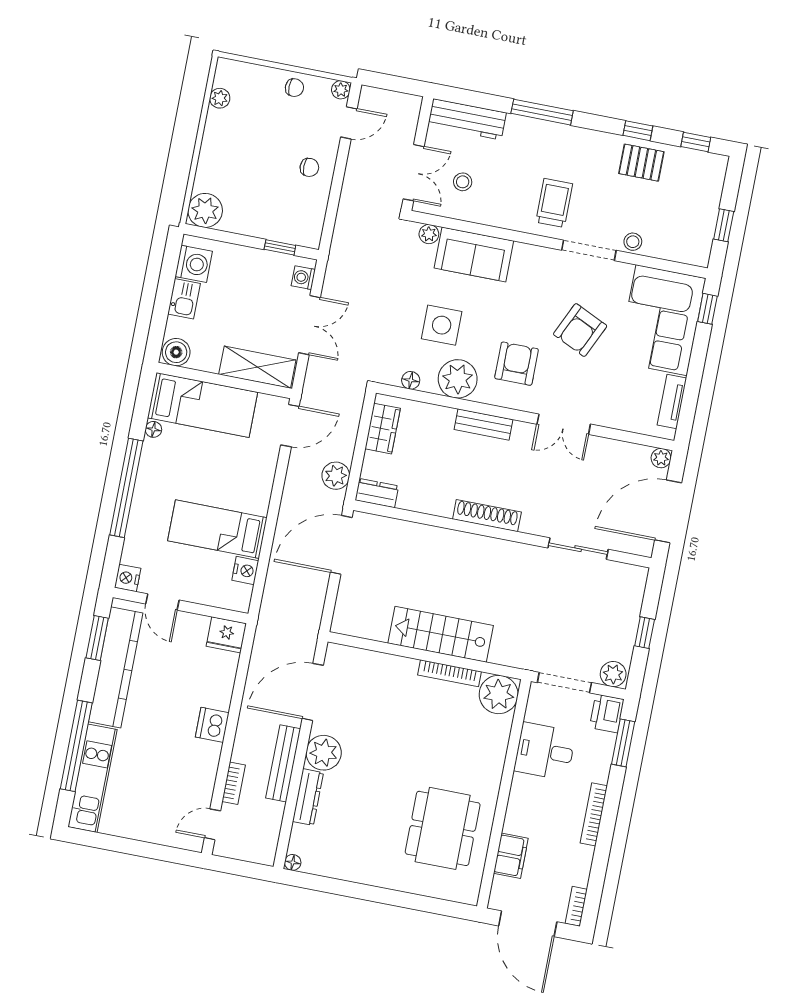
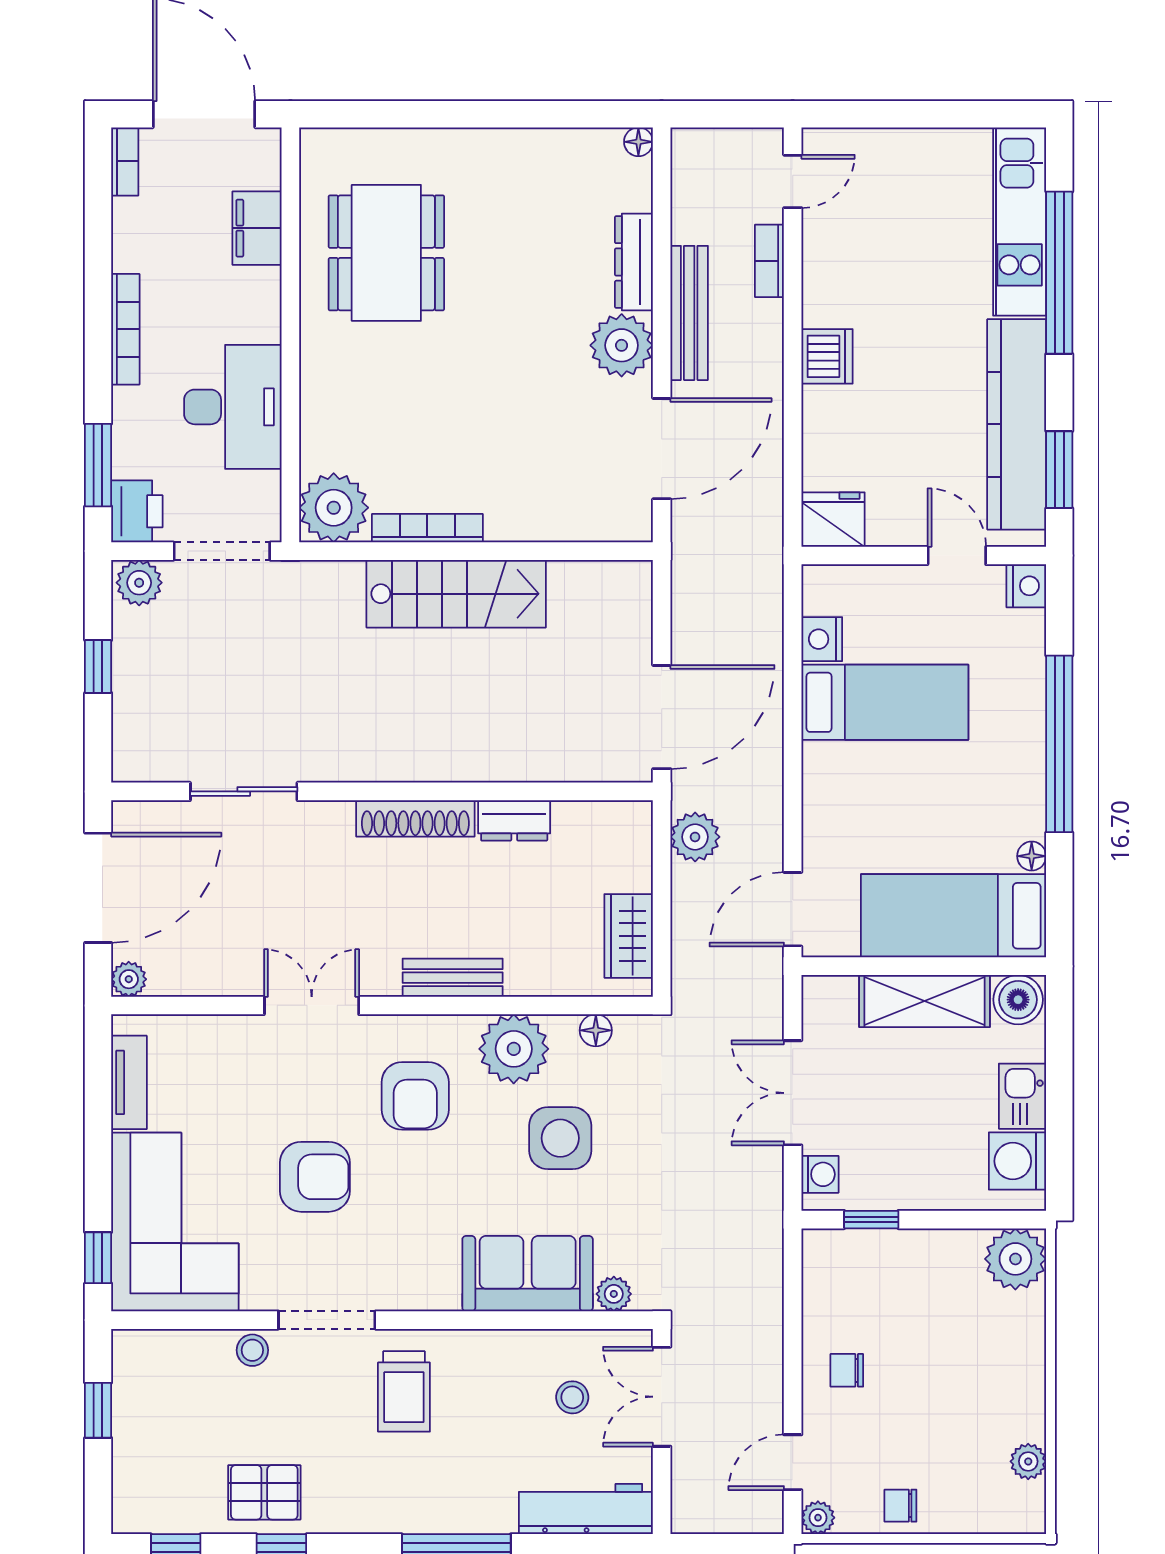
armchair: (580, 330) -> (315, 1177), turned 65
shelving: (257, 367) -> (924, 1001), moved
dresser: (377, 493) -> (514, 820), moved
desk: (545, 751) -> (233, 407), width x1.37

